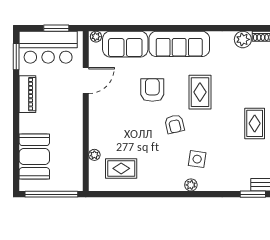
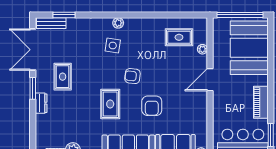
door: (86, 81) -> (210, 80), moved
armchair: (174, 124) -> (132, 76), turned -71
booth: (34, 157) -> (249, 48), width x1.36, depth x1.42

